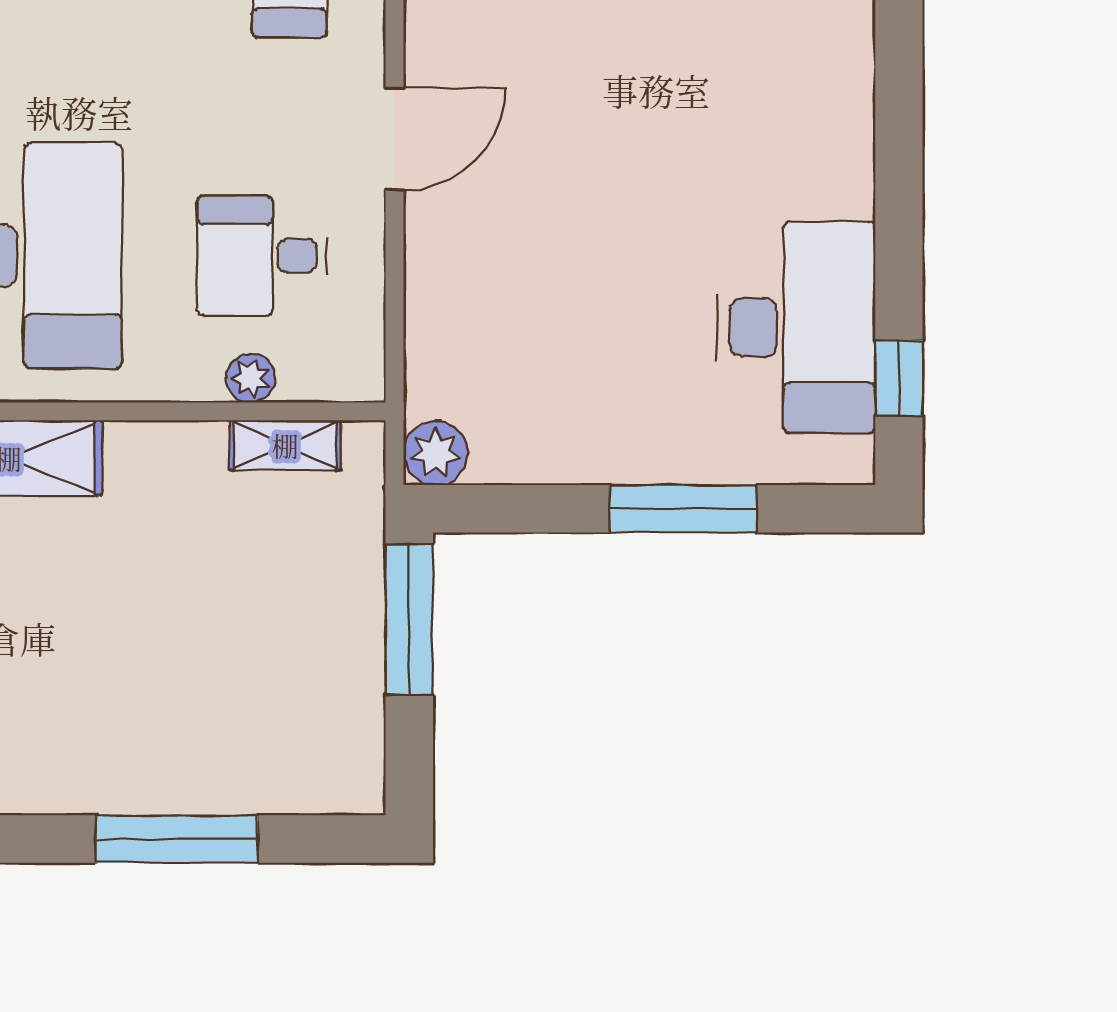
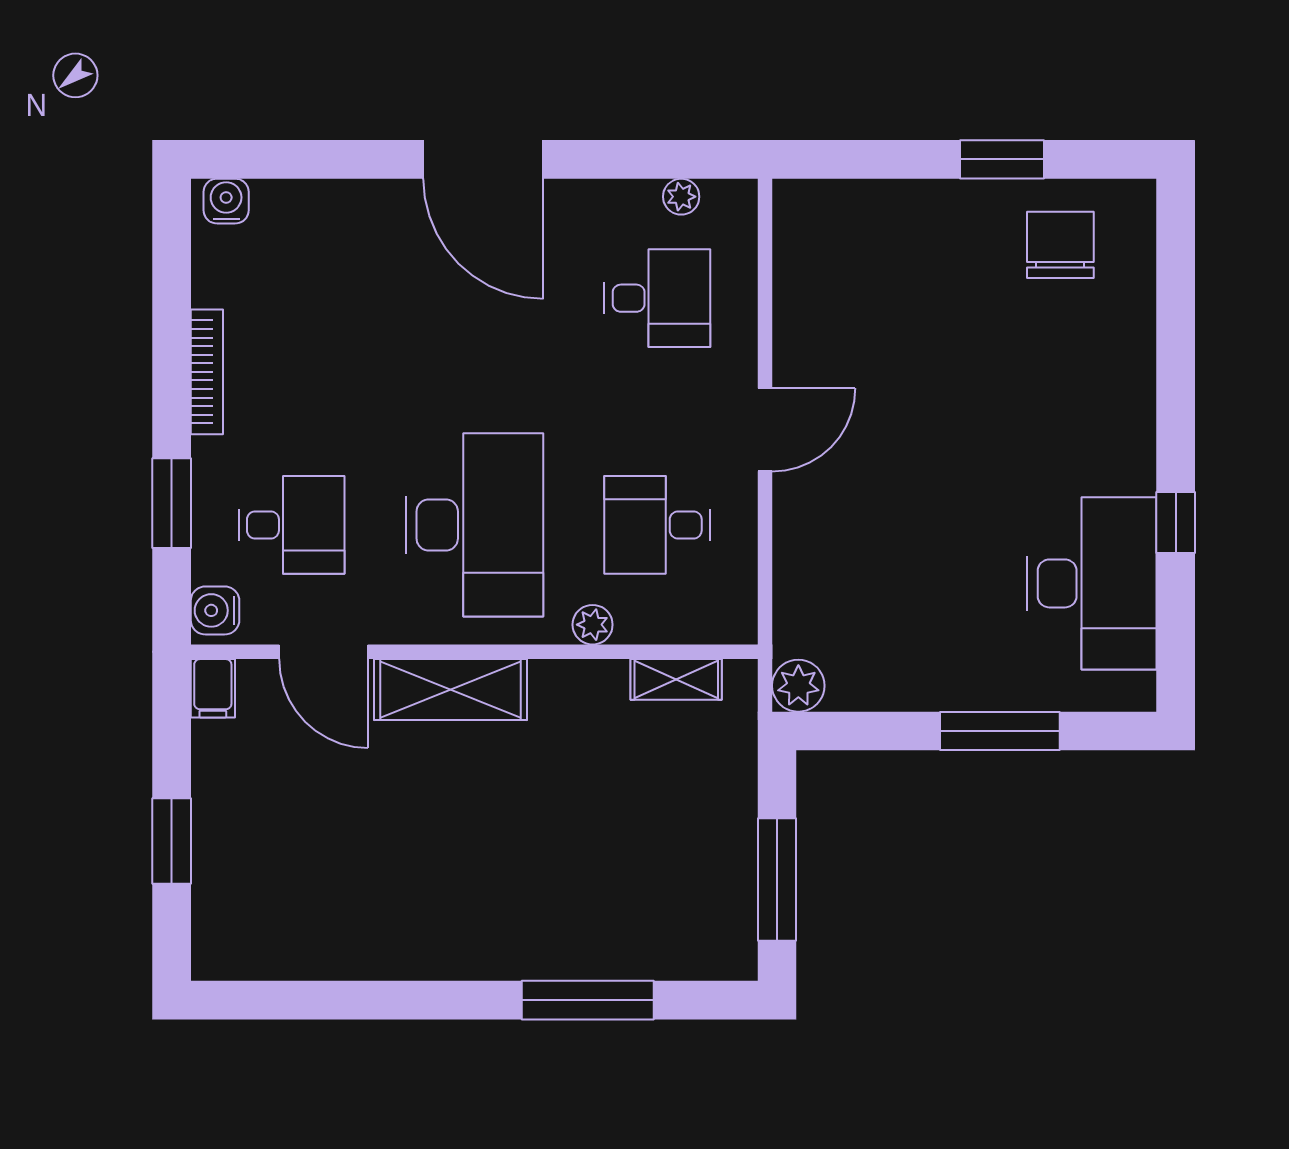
plant: (251, 378) -> (593, 625), moved
window: (899, 378) -> (1176, 522), moved
window: (409, 619) -> (777, 879), moved

